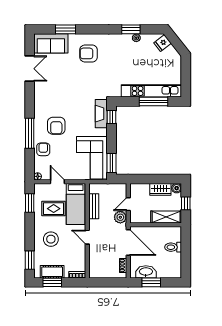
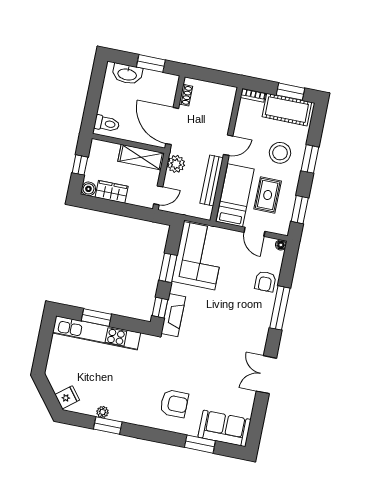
double door: (30, 69) -> (266, 375), moved
window: (154, 101) -> (96, 317), width x0.69
armchair: (56, 126) -> (240, 311), removed
window: (111, 163) -> (168, 268), moved
door: (128, 204) -> (158, 195), moved
bench: (94, 206) -> (212, 181), width x1.36
rug: (54, 209) -> (268, 195), turned 90
shelving: (166, 217) -> (141, 157), moved
door: (87, 237) -> (228, 145), hinge flipped
toilet: (173, 247) -> (107, 124), moved
window: (30, 260) -> (310, 159), moved
cot: (52, 272) -> (287, 110), width x1.37, depth x1.34
washbasin: (146, 272) -> (127, 74), moved

